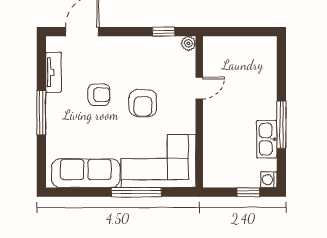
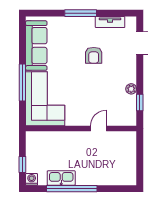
plant: (188, 43) -> (131, 89), moved
door: (199, 88) -> (99, 129), swing flipped
armchair: (143, 103) -> (88, 87), removed
window: (281, 125) -> (72, 189), width x1.46

